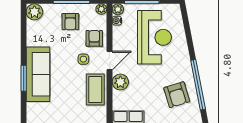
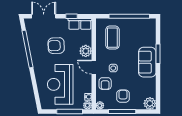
door: (110, 61) -> (94, 67), hinge flipped
sofa: (38, 74) -> (147, 62), width x0.73
coffee table: (95, 90) -> (112, 38), moved
armchair: (177, 95) -> (56, 46), moved, turned -75

